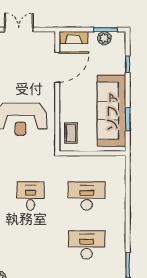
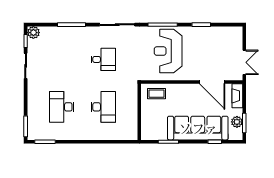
double door: (19, 29) -> (244, 62), moved
sofa: (112, 111) -> (198, 128), moved
desk: (87, 245) -> (62, 107), turned 180

